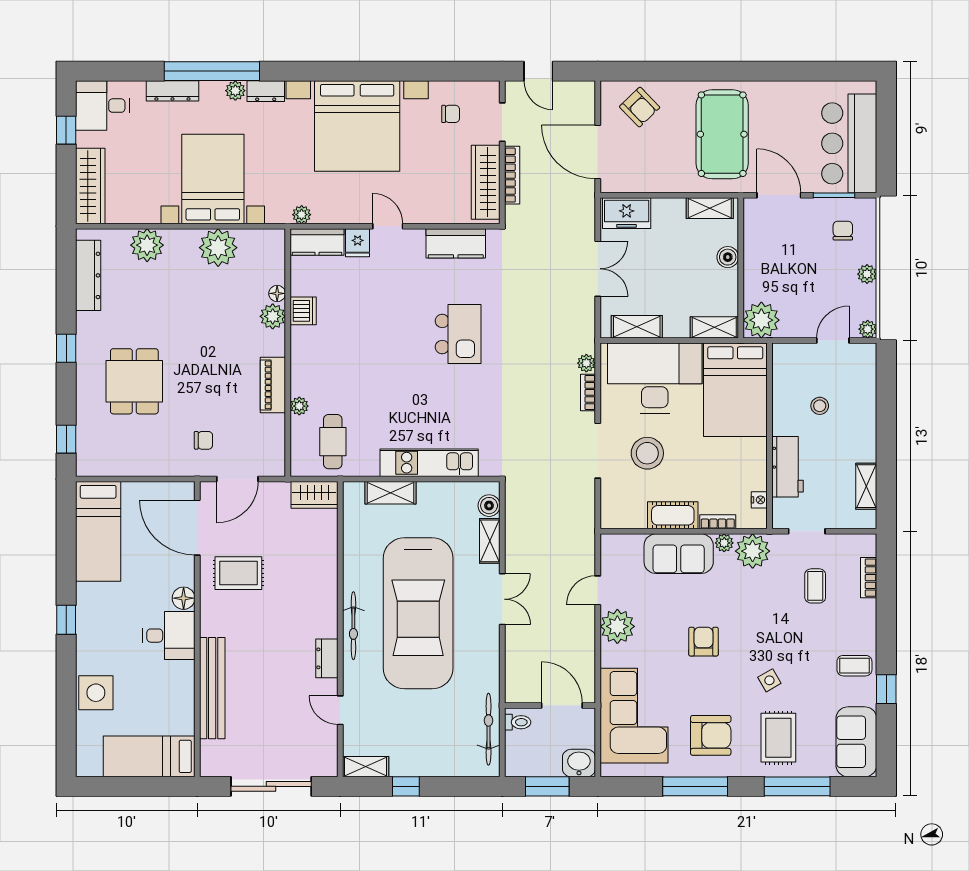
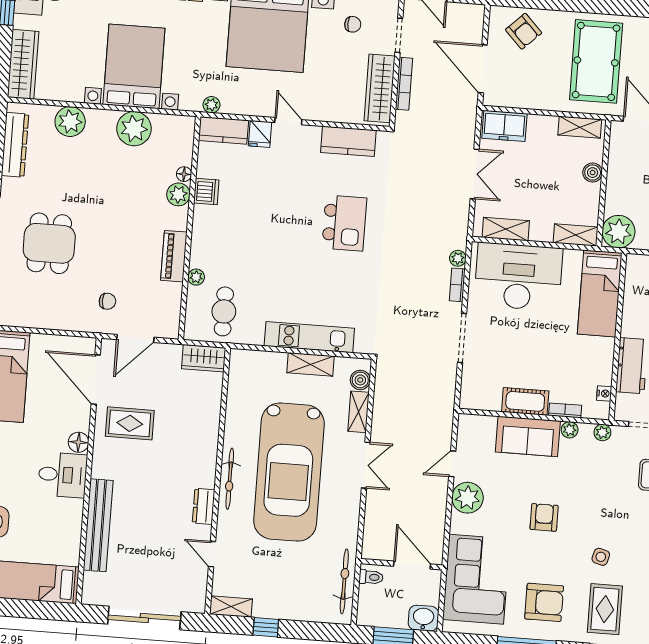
bed: (735, 390) -> (600, 293), width x0.67
stool: (647, 453) -> (506, 344), removed
shelving: (391, 493) -> (310, 364), moved
plant: (753, 551) -> (602, 432), width x0.53, depth x0.53
side table: (769, 680) -> (601, 557), turned 45

